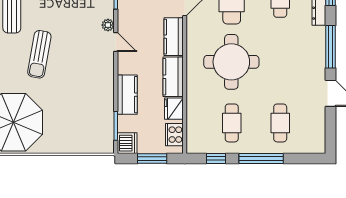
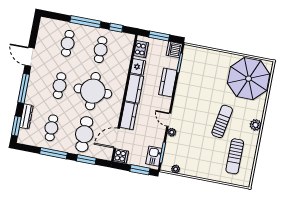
cafe table: (280, 61) -> (60, 86), added

